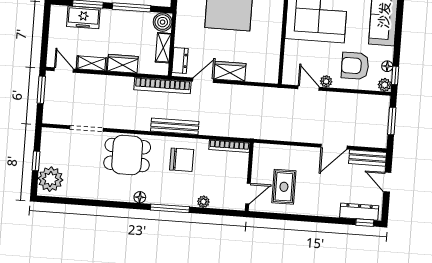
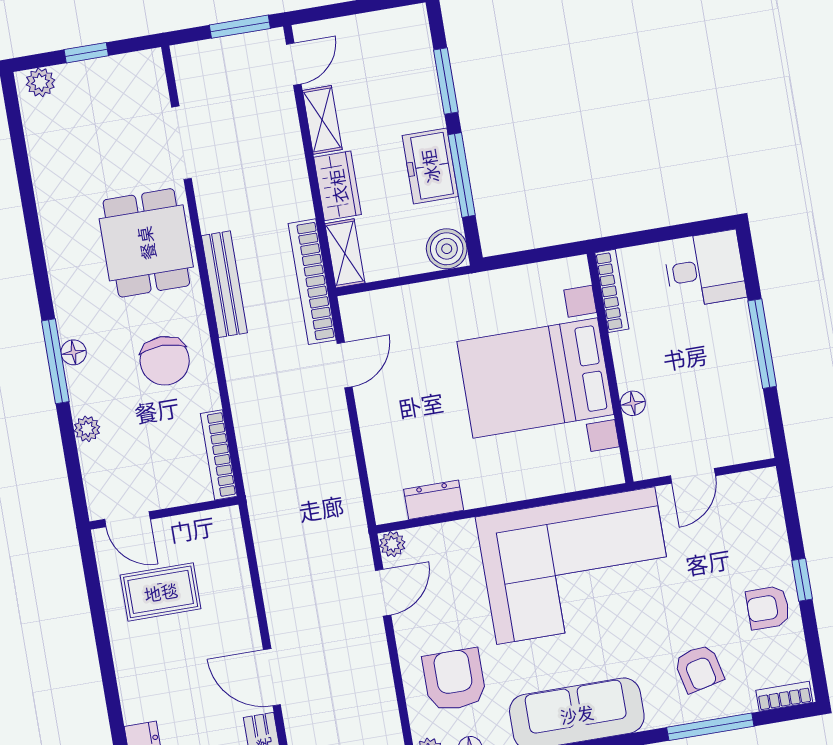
freezer: (83, 17) -> (430, 166), moved
shelving: (163, 48) -> (345, 253), moved, turned 90
dresser: (180, 60) -> (434, 500), moved, turned 180
wardrobe: (230, 71) -> (377, 417), removed
door: (203, 80) -> (345, 365), hinge flipped
plant: (326, 81) -> (392, 544), moved
bench: (175, 126) -> (224, 284), moved
plant: (50, 179) -> (40, 82), width x0.53, depth x0.53
floor lamp: (140, 197) -> (74, 352), moved

